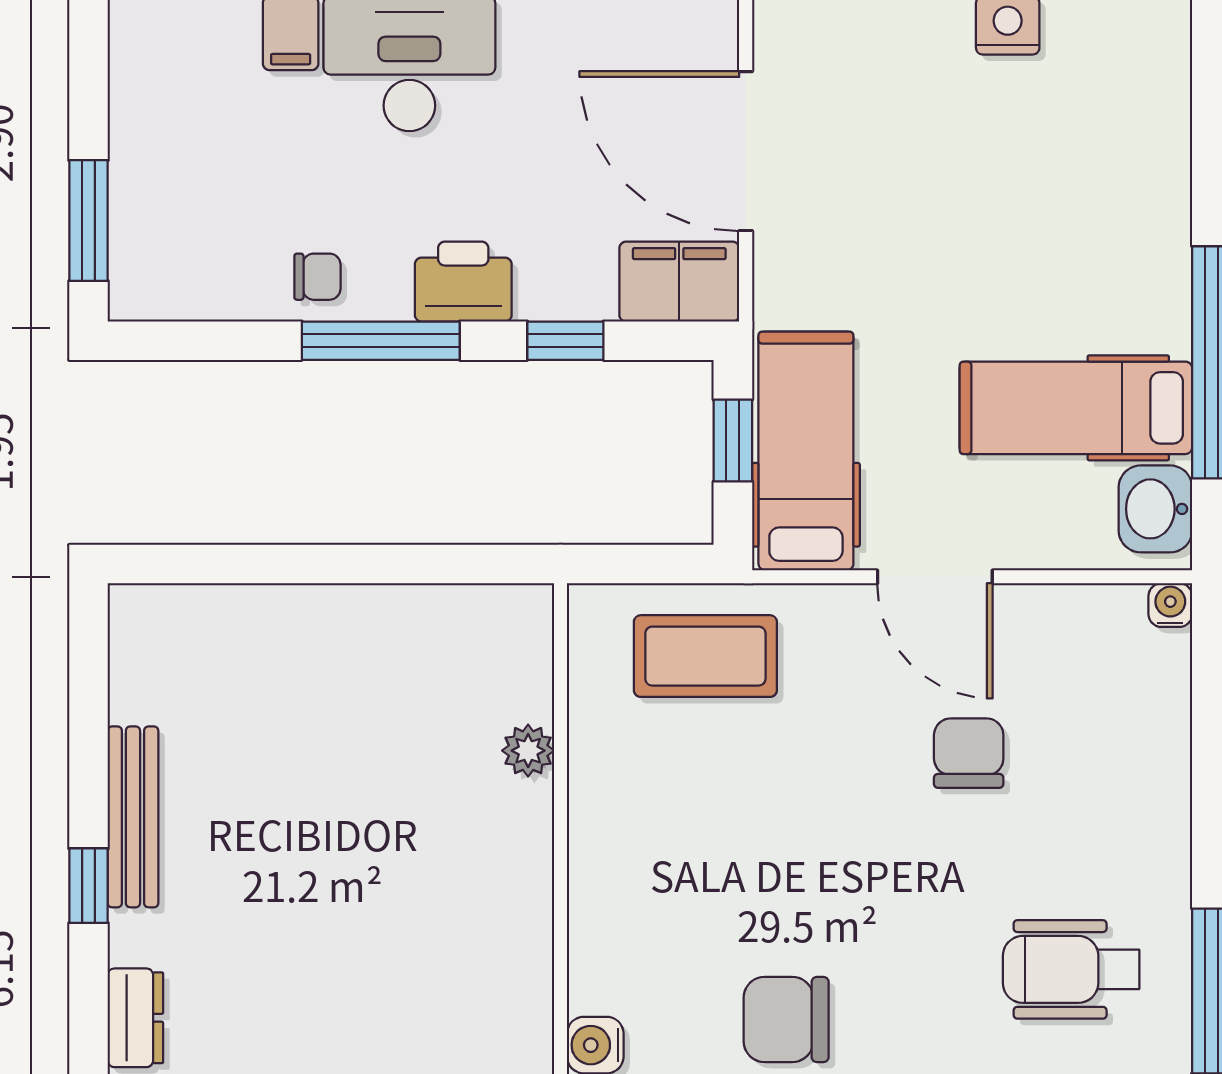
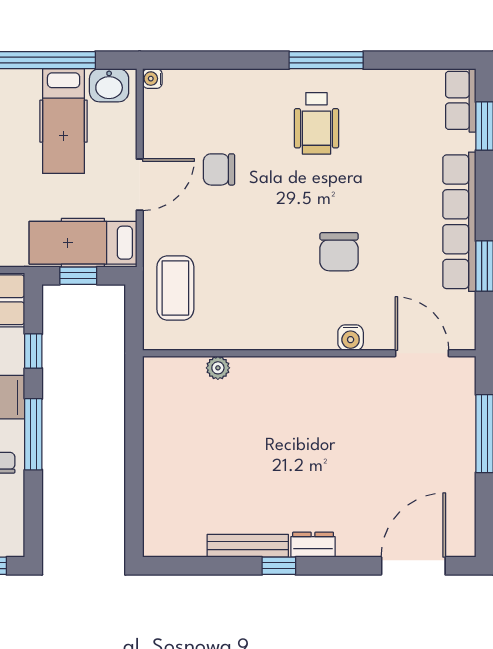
dresser: (135, 1018) -> (313, 545), moved

